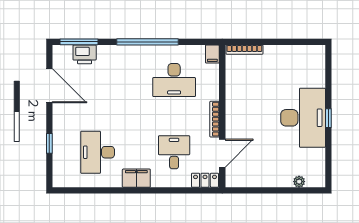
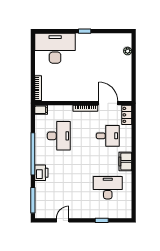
printer: (85, 54) -> (41, 173), moved
door: (49, 86) -> (63, 220), width x0.53
desk: (303, 118) -> (55, 48), moved
desk: (98, 152) -> (108, 188), turned 180
desk: (174, 152) -> (108, 136), turned 180

